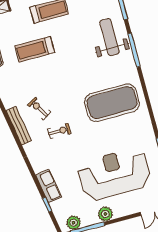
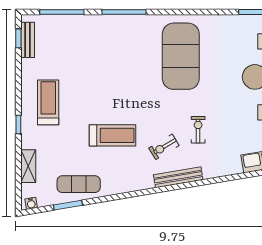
weight bench: (109, 37) -> (100, 38), removed
treadmill: (35, 49) -> (112, 135), moved, turned -90

